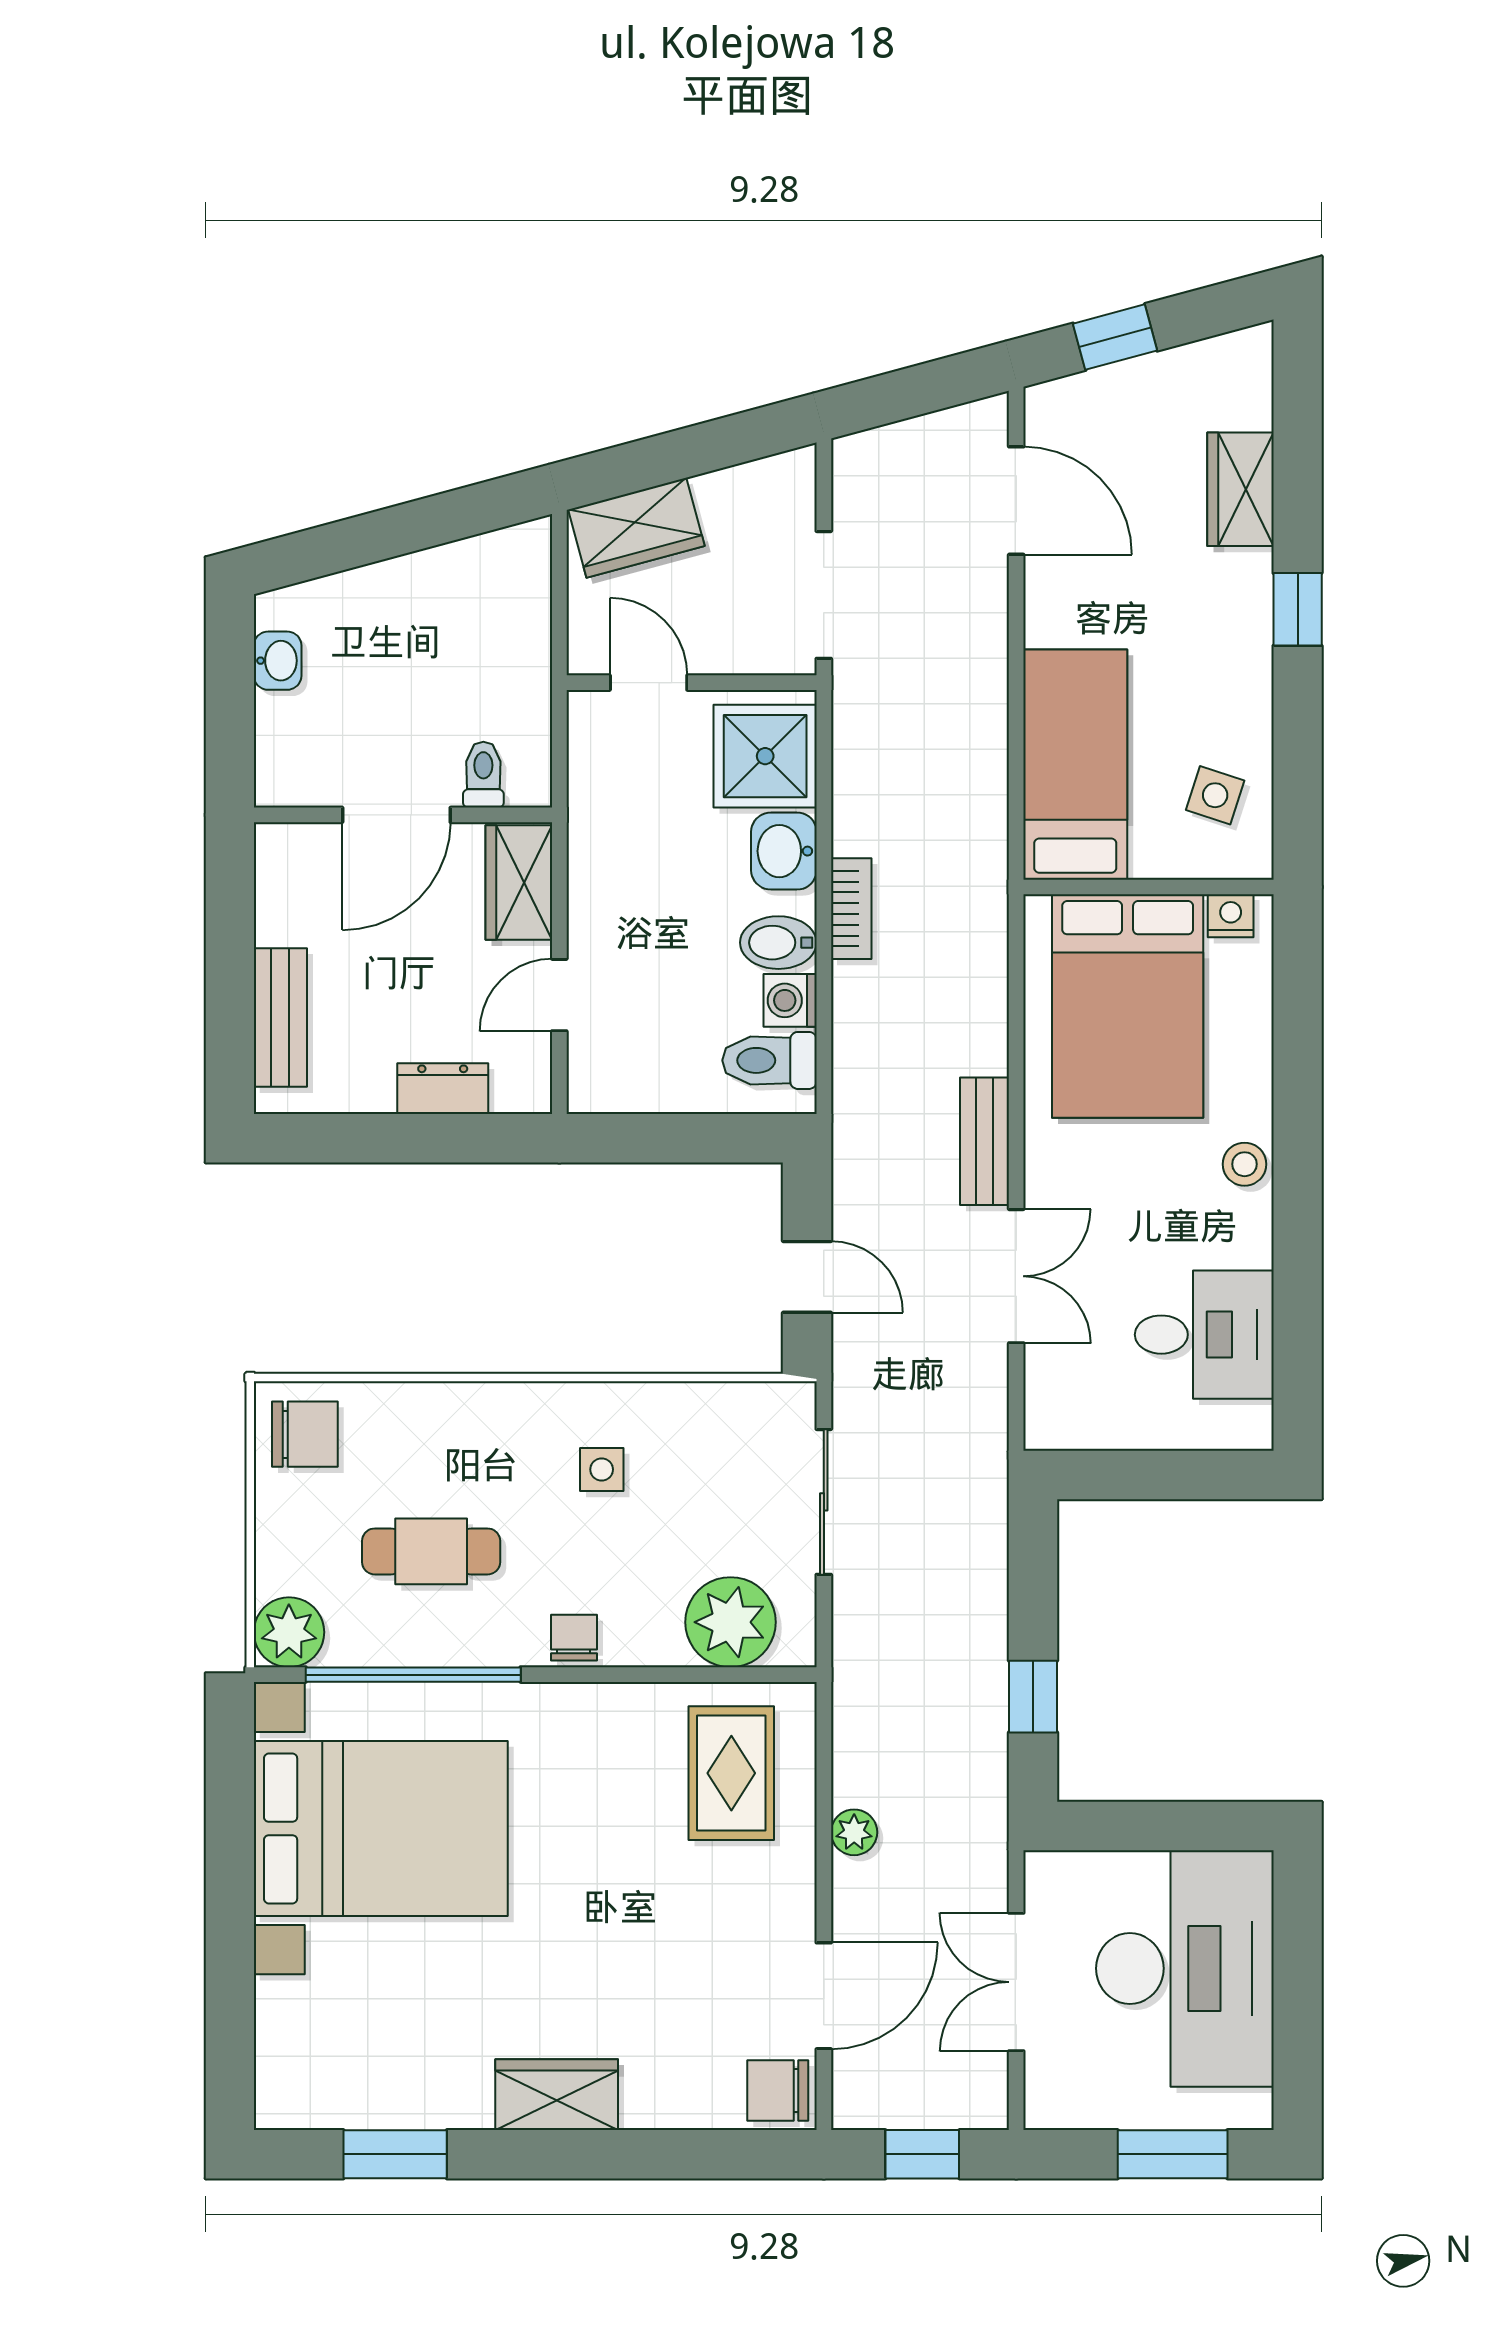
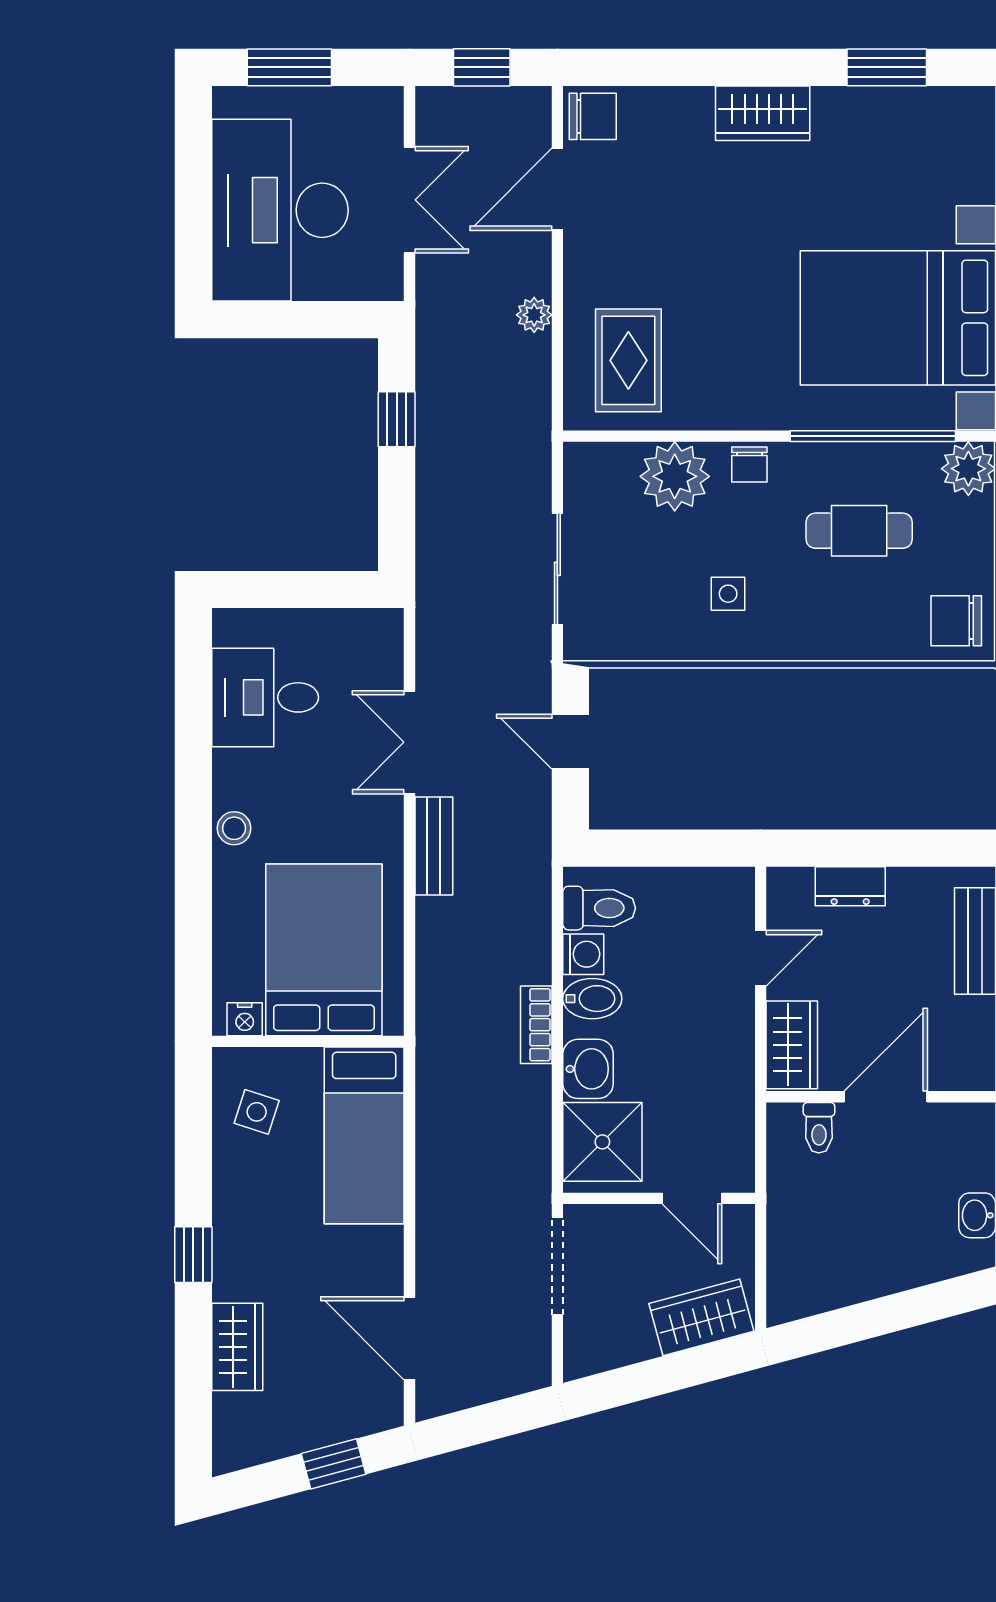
plant: (731, 1622) -> (675, 476), moved

